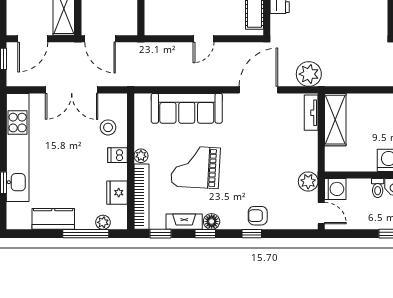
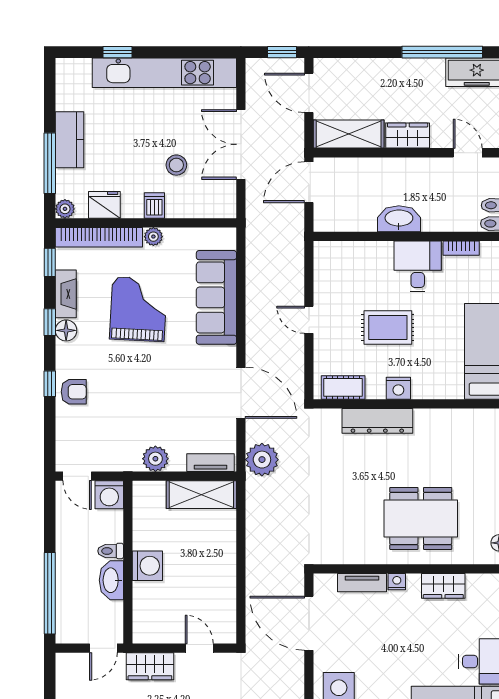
stool: (108, 127) -> (176, 165), moved
plant: (308, 182) -> (155, 459), moved
door: (321, 213) -> (77, 476), hinge flipped
armchair: (258, 216) -> (74, 392), turned 90
kitchen counter: (53, 219) -> (70, 140), moved
plant: (103, 222) -> (65, 209), moved

